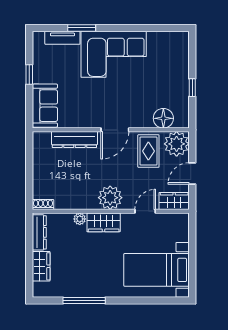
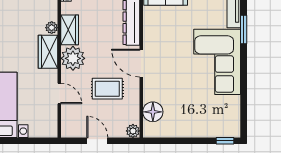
window: (192, 88) -> (225, 141), moved
plant: (177, 144) -> (133, 131), width x0.53, depth x0.53
rug: (148, 151) -> (107, 89), moved
wardrobe: (174, 201) -> (70, 30), moved

